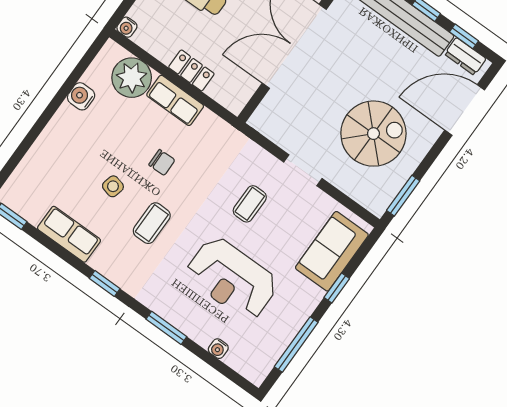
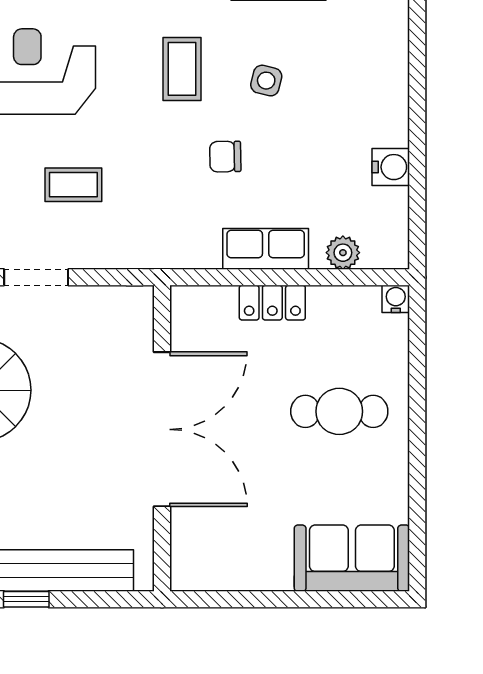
plant: (132, 78) -> (343, 253), width x0.53, depth x0.53
coffee table: (250, 204) -> (73, 185), turned 90

